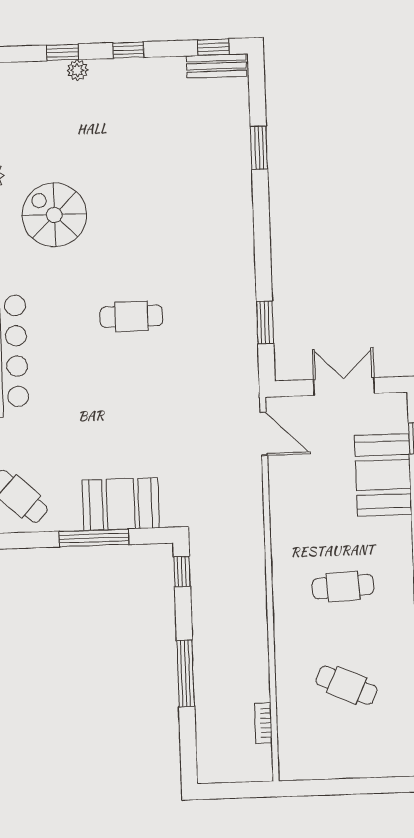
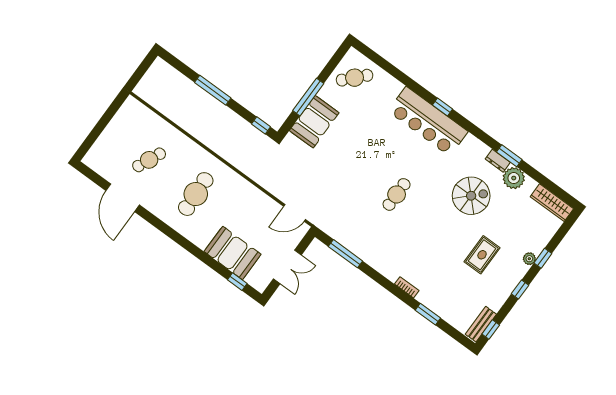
rug: (122, 138) -> (482, 255), added
window: (265, 322) -> (345, 254), width x1.44
cafe table: (343, 587) -> (196, 194), width x1.37, depth x1.35
bookcase: (263, 723) -> (407, 287), moved

